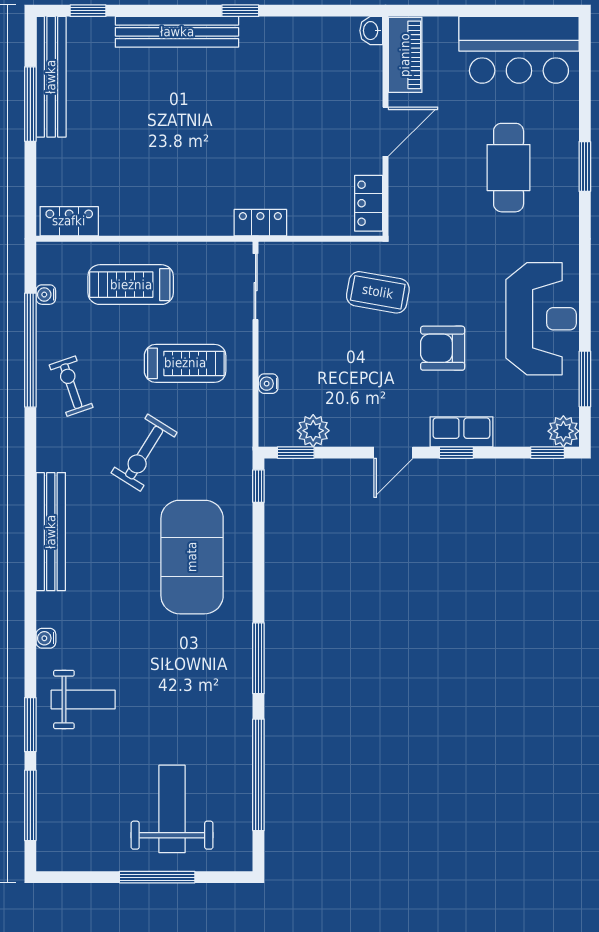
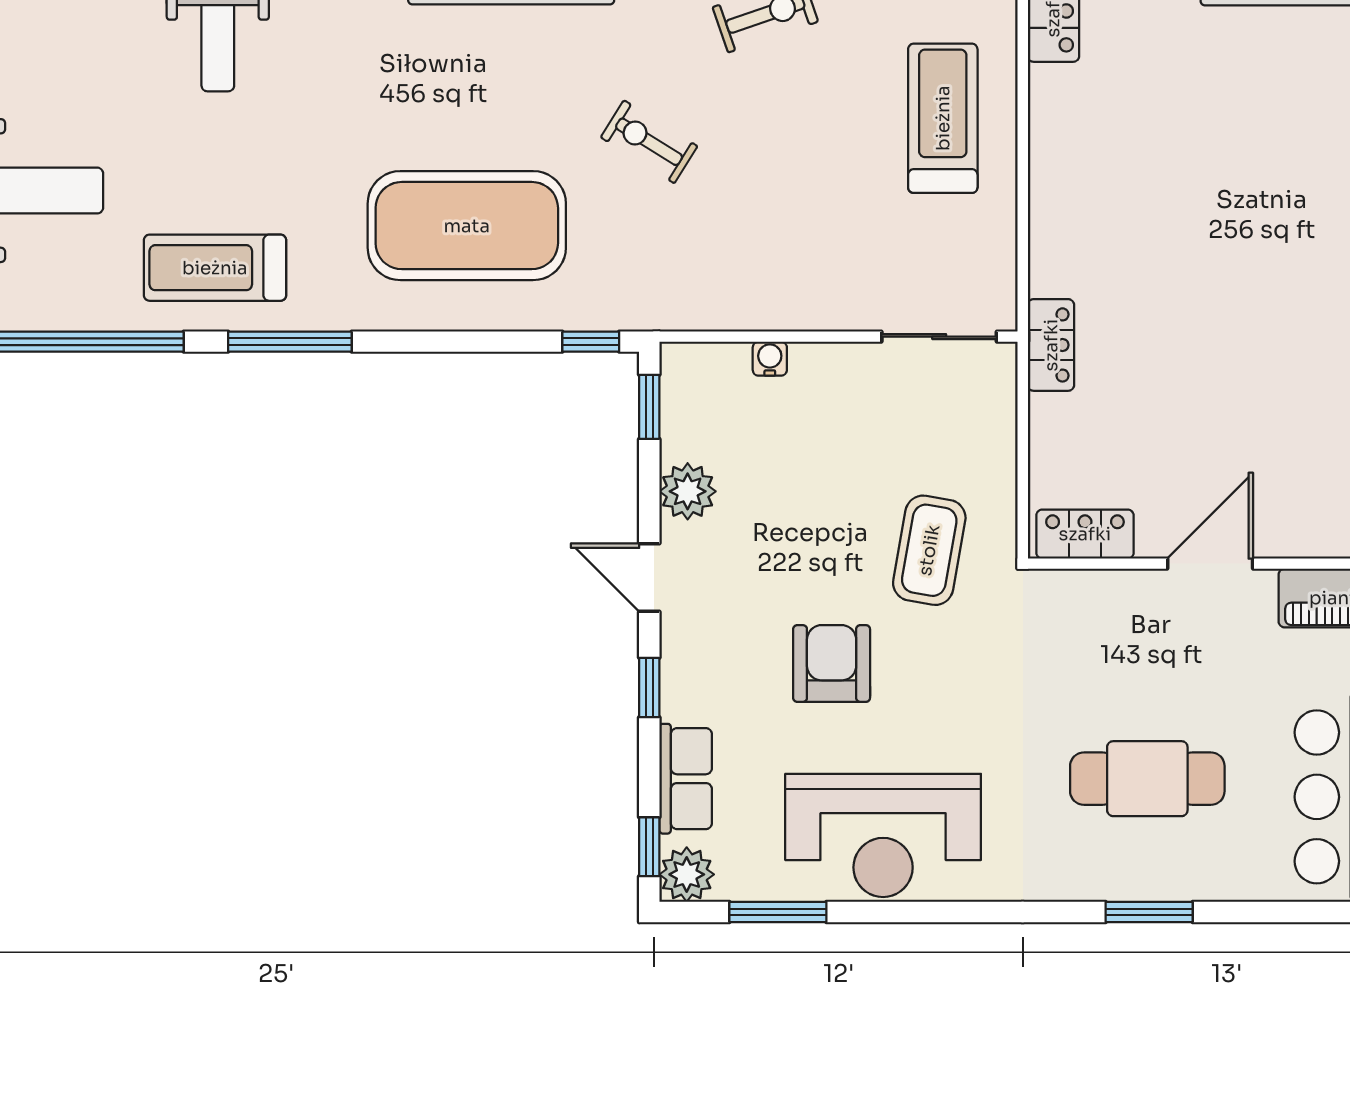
door: (386, 132) -> (1210, 564), swing flipped
treadmill: (185, 363) -> (215, 268), moved, turned 90
plant: (313, 431) -> (688, 491), moved
row of seats: (461, 432) -> (686, 779), moved
exercise bike: (144, 453) -> (649, 142), width x0.73, depth x0.72

